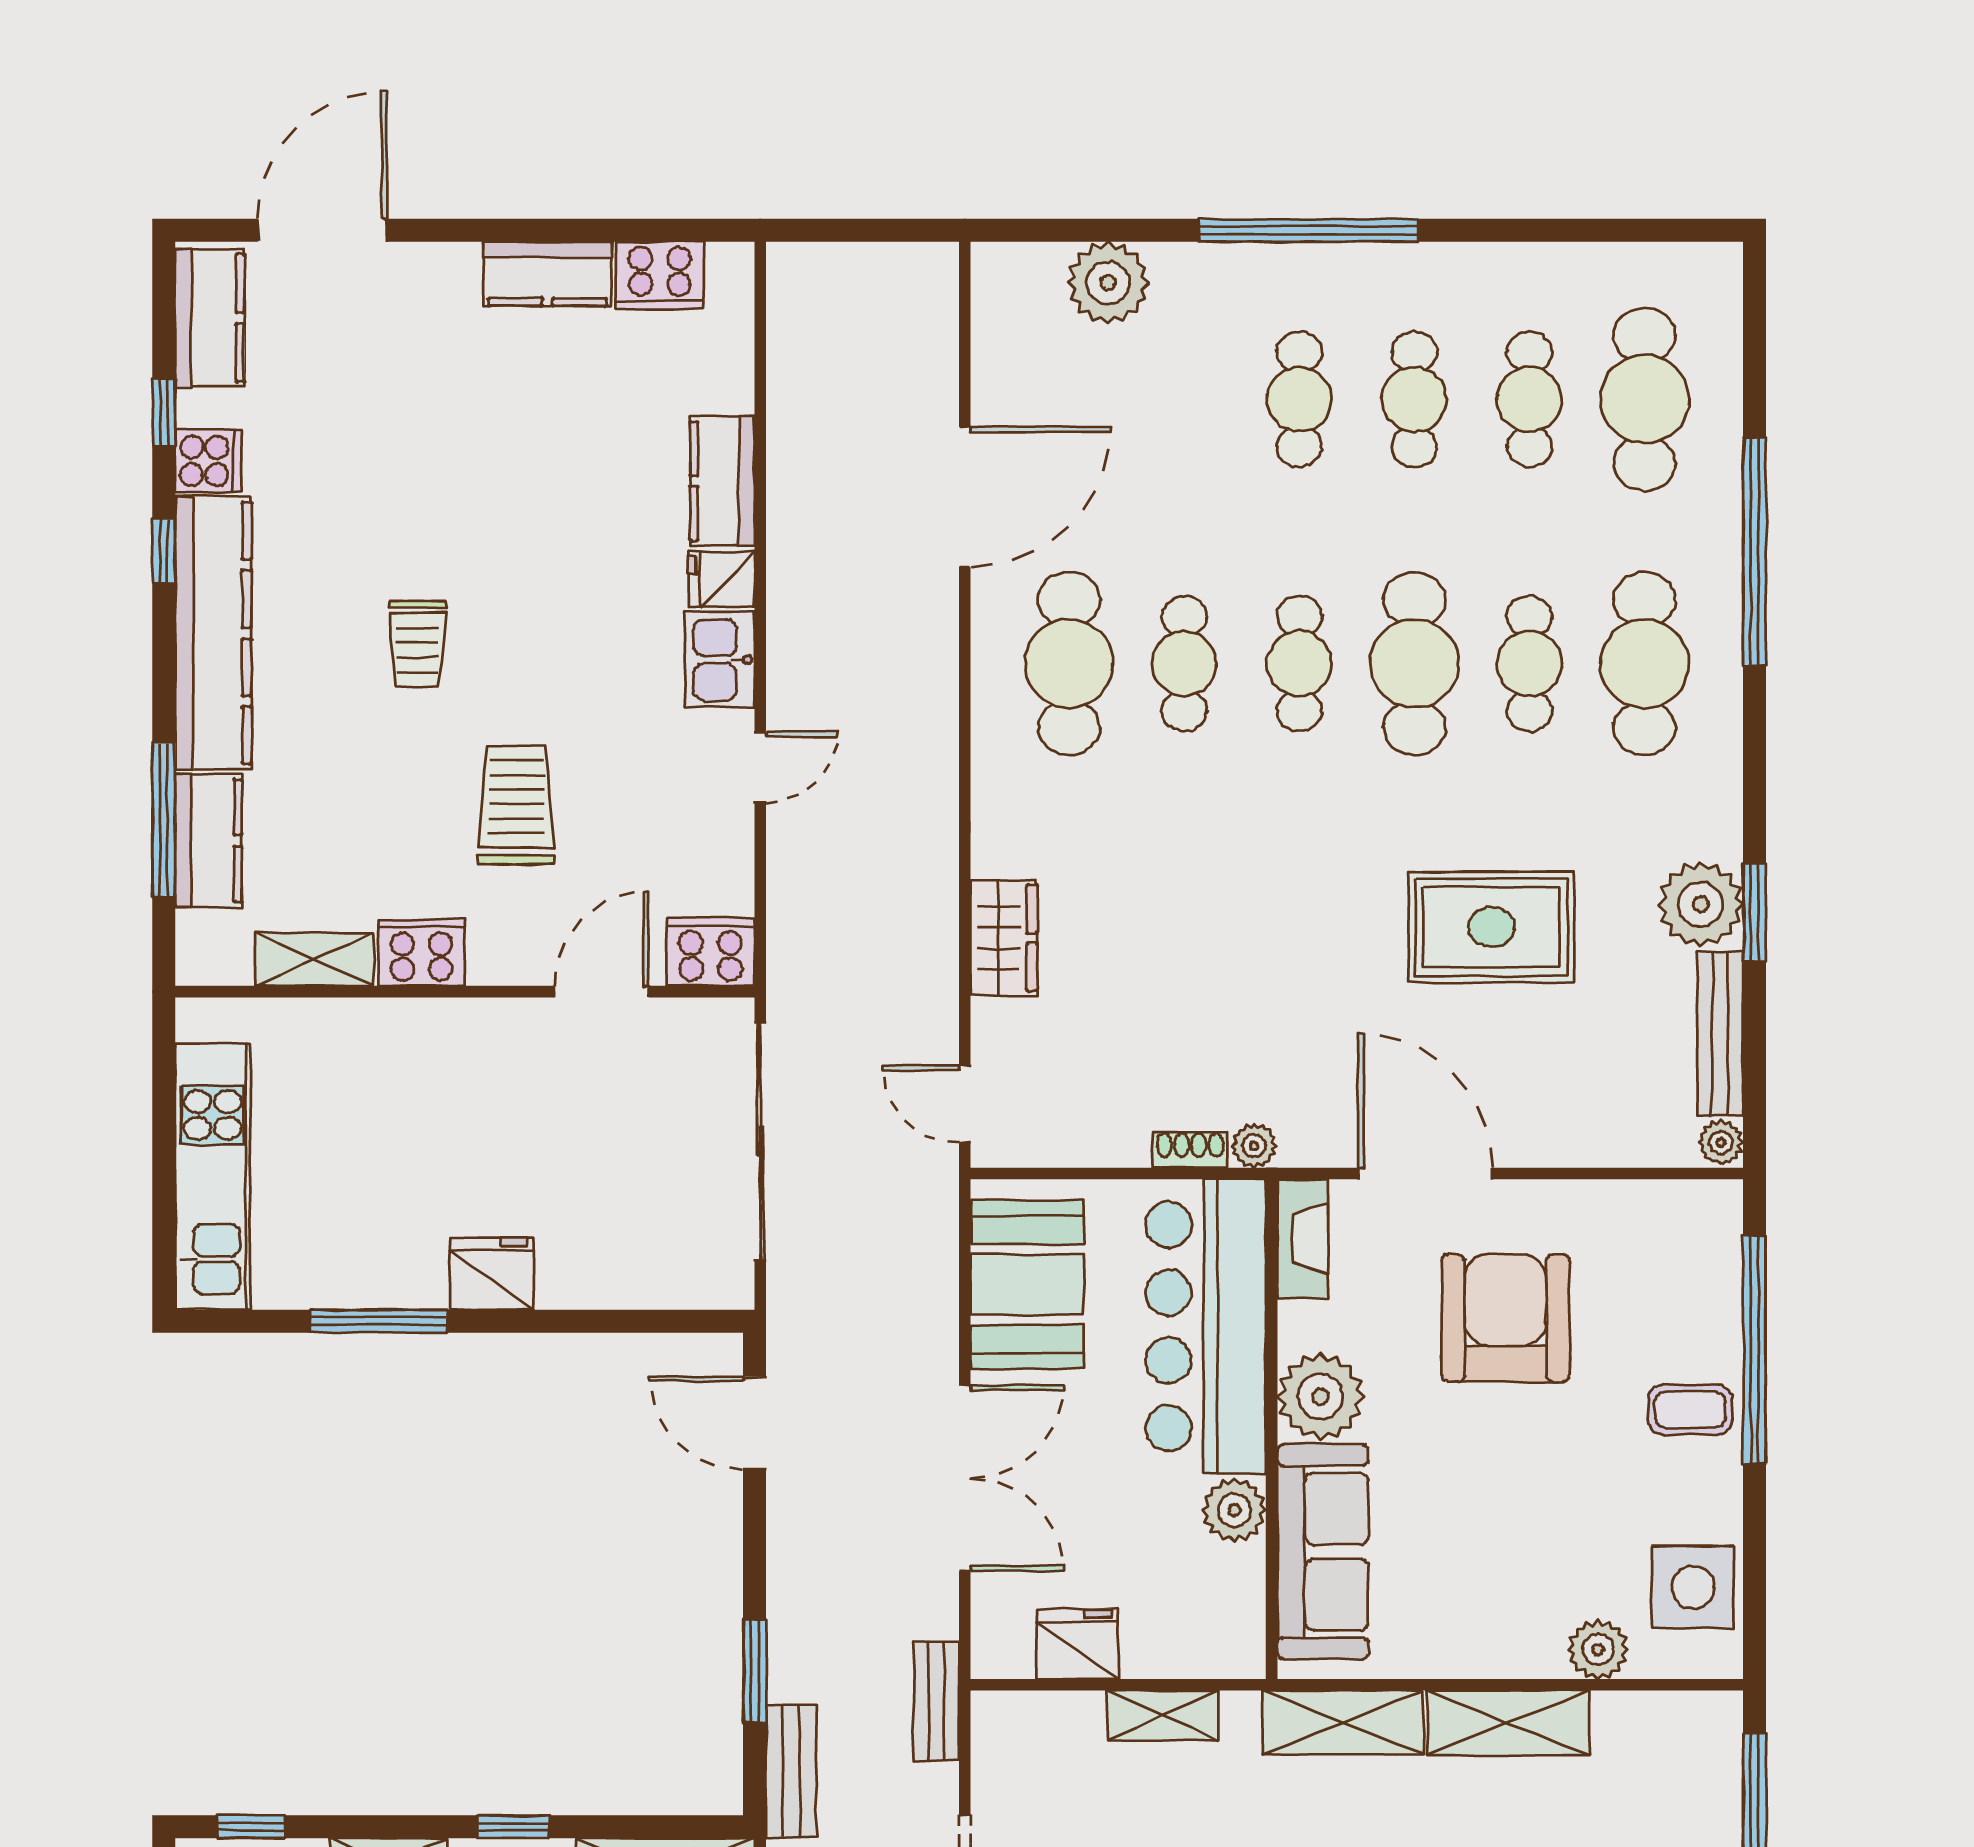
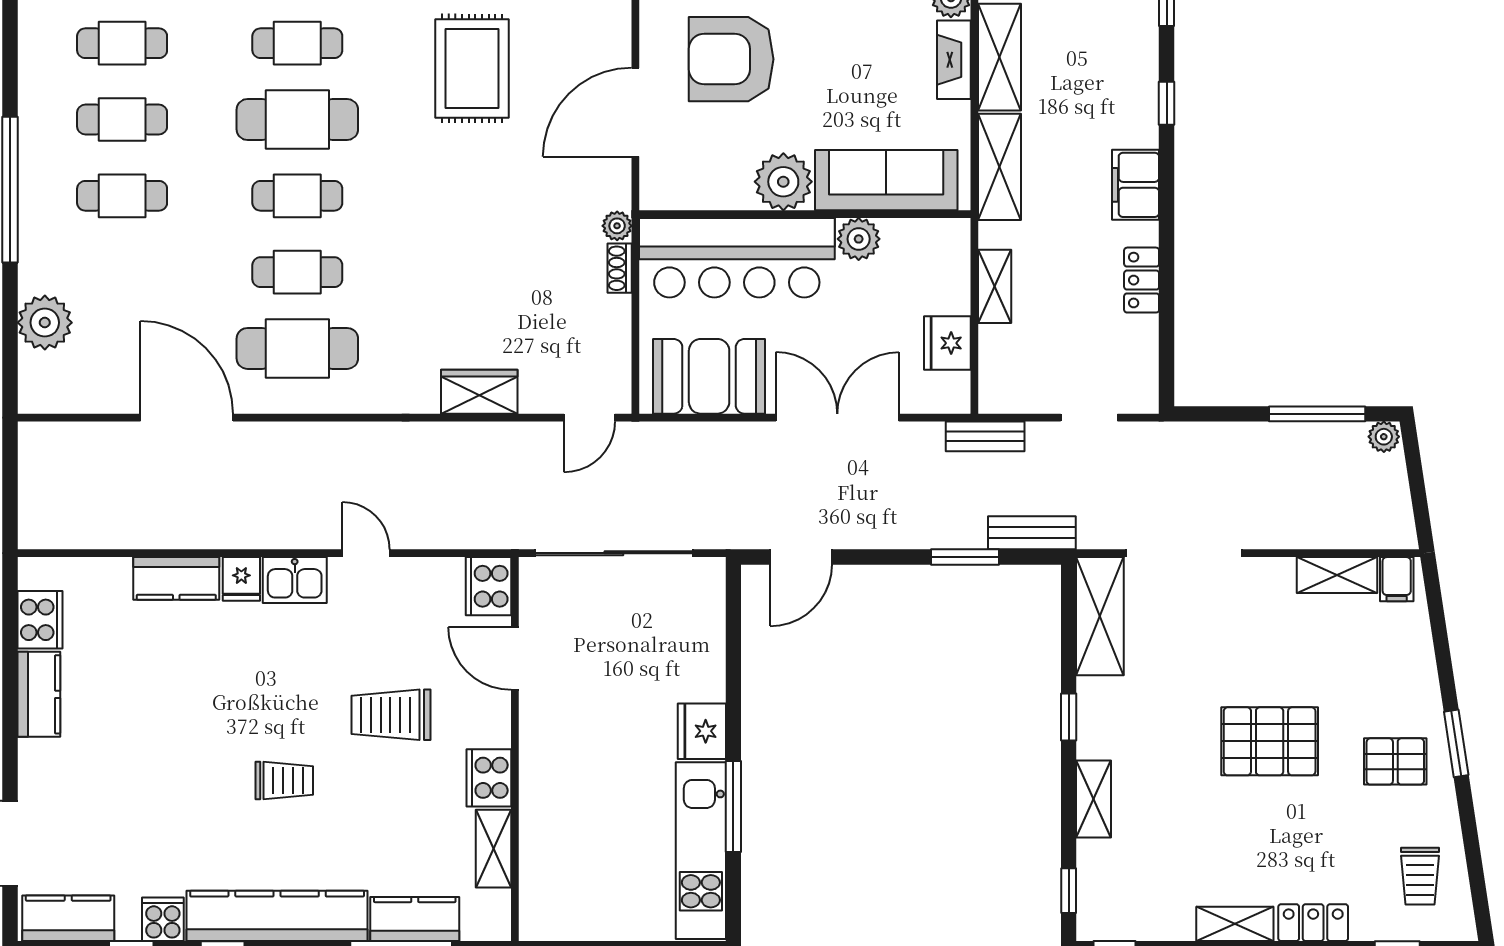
kitchen unit: (213, 1176) -> (701, 851), moved, turned -90
fireplace: (1303, 1238) -> (954, 60), moved, turned -90

